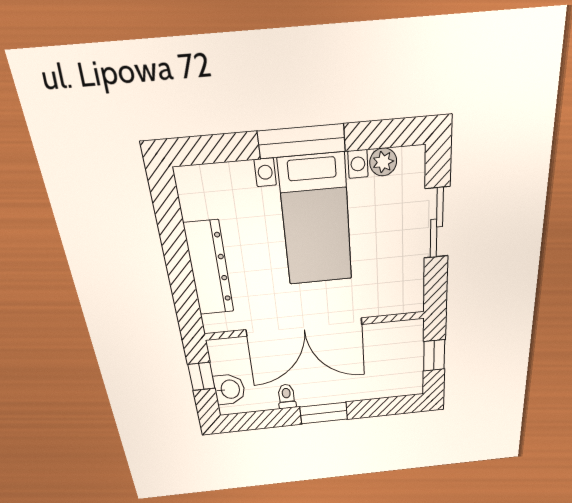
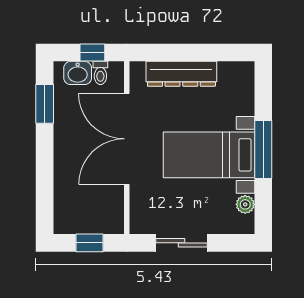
sliding door: (437, 223) -> (182, 243), moved
toilet: (287, 396) -> (100, 73), moved, turned 90
window: (324, 413) -> (45, 104), moved

